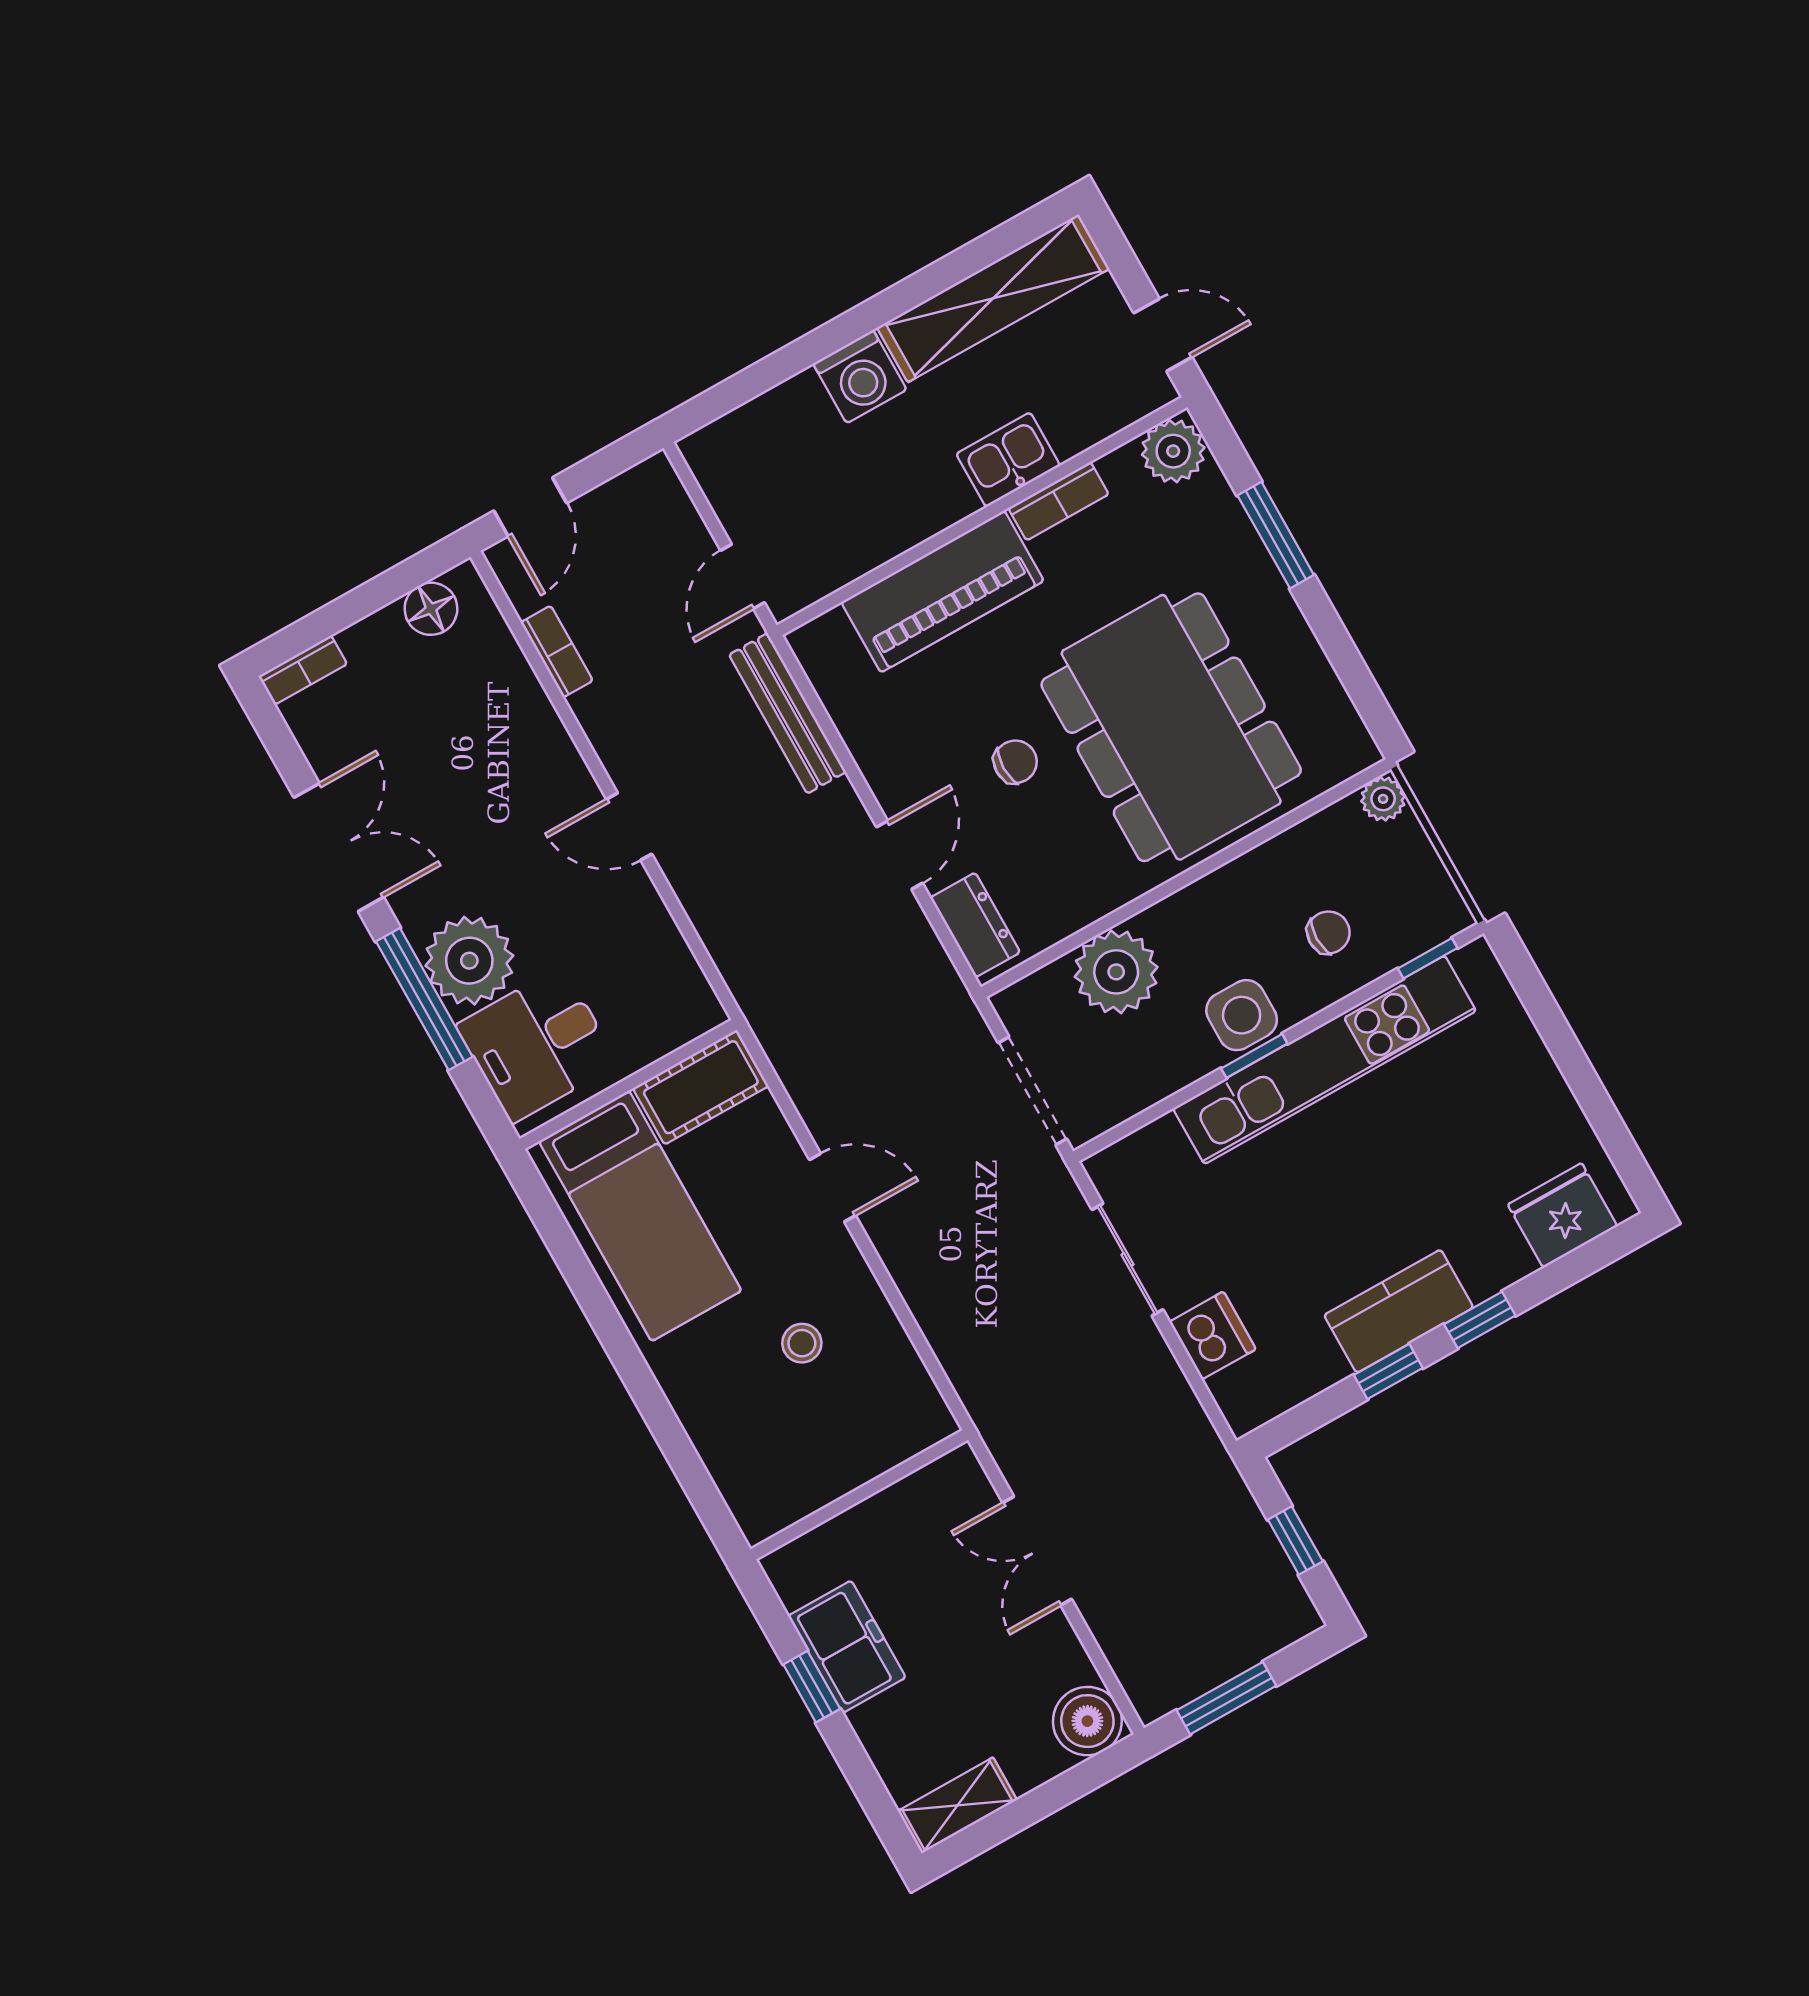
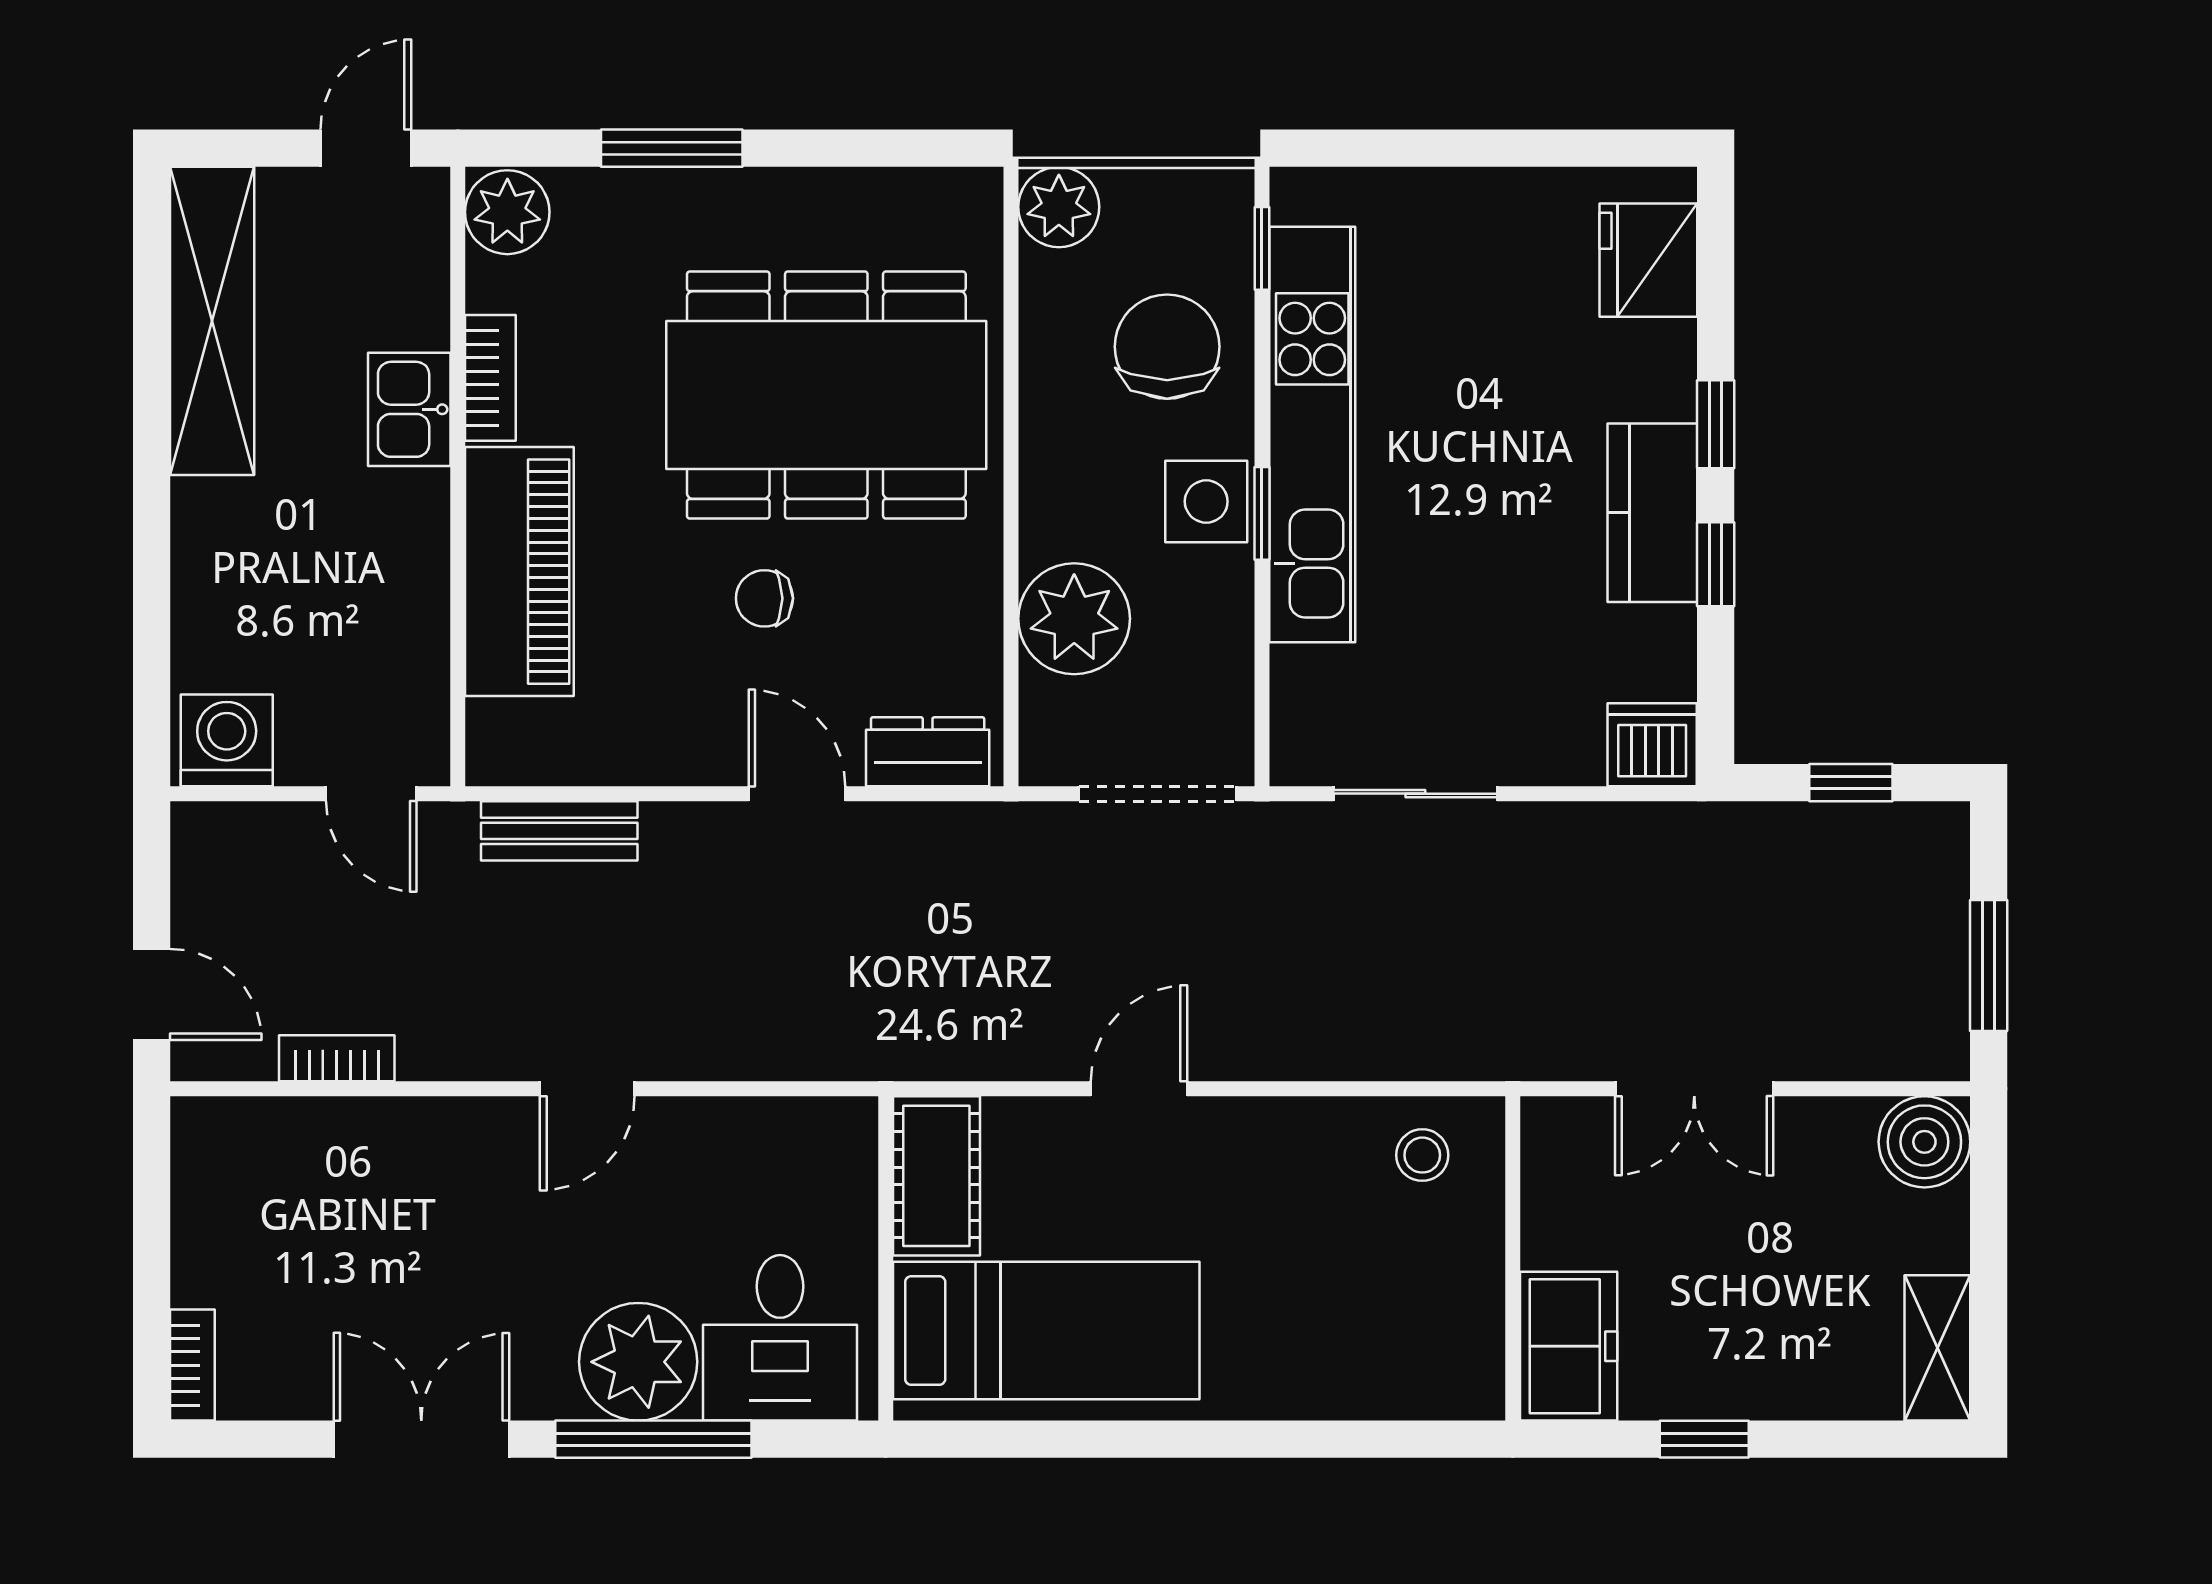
washing machine: (860, 377) -> (227, 740), moved, turned -90
floor lamp: (431, 609) -> (205, 1176), removed
bench: (788, 713) -> (559, 831), width x0.73
chair: (1015, 762) -> (764, 598), turned -90
plant: (1383, 799) -> (1059, 207), width x1.38, depth x1.38
chair: (1328, 932) -> (1167, 347), width x1.87, depth x1.87
dishwasher: (1212, 1336) -> (1652, 745), moved
stool: (802, 1343) -> (1422, 1155), moved
freezer: (847, 1647) -> (1569, 1346), moved, turned 90

